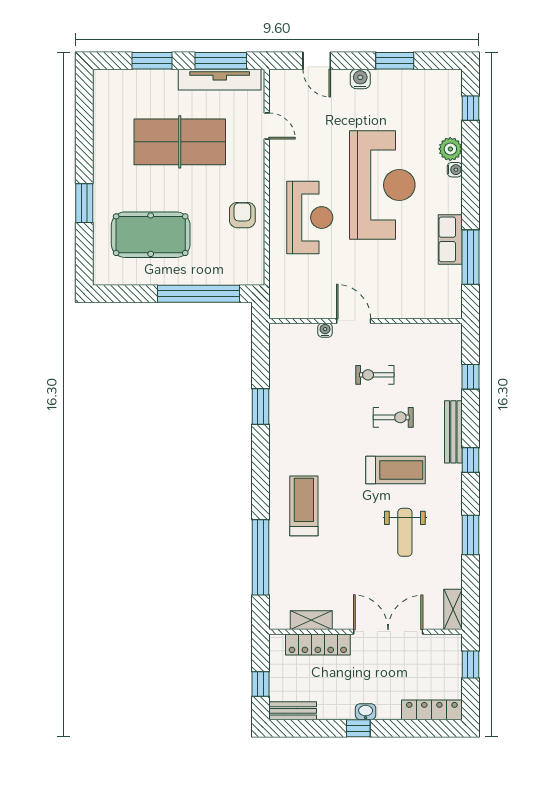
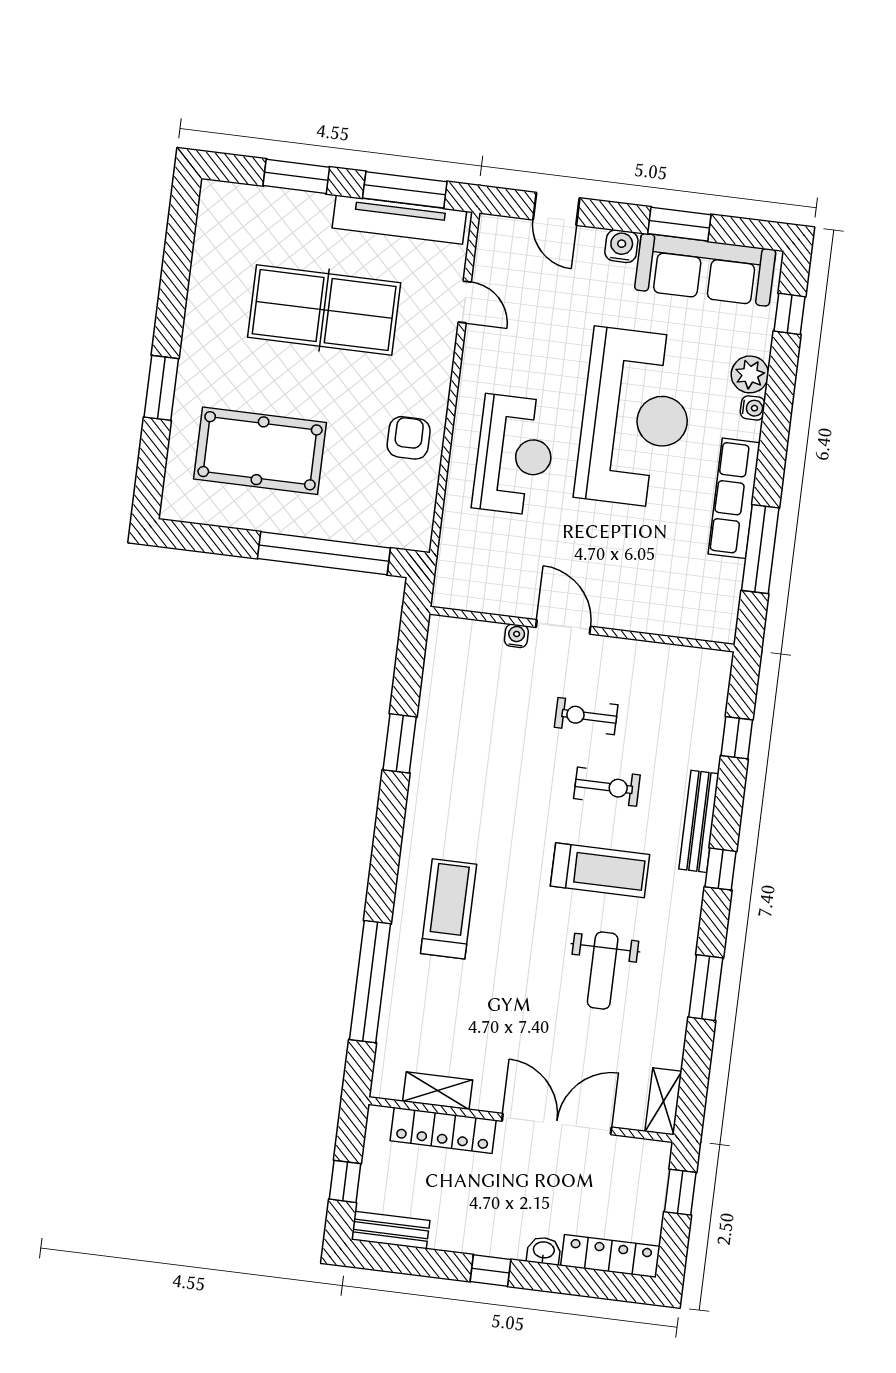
sofa: (414, 87) -> (705, 270), added
row of seats: (450, 239) -> (734, 498), width x1.48
washbasin: (366, 712) -> (544, 1251), moved

